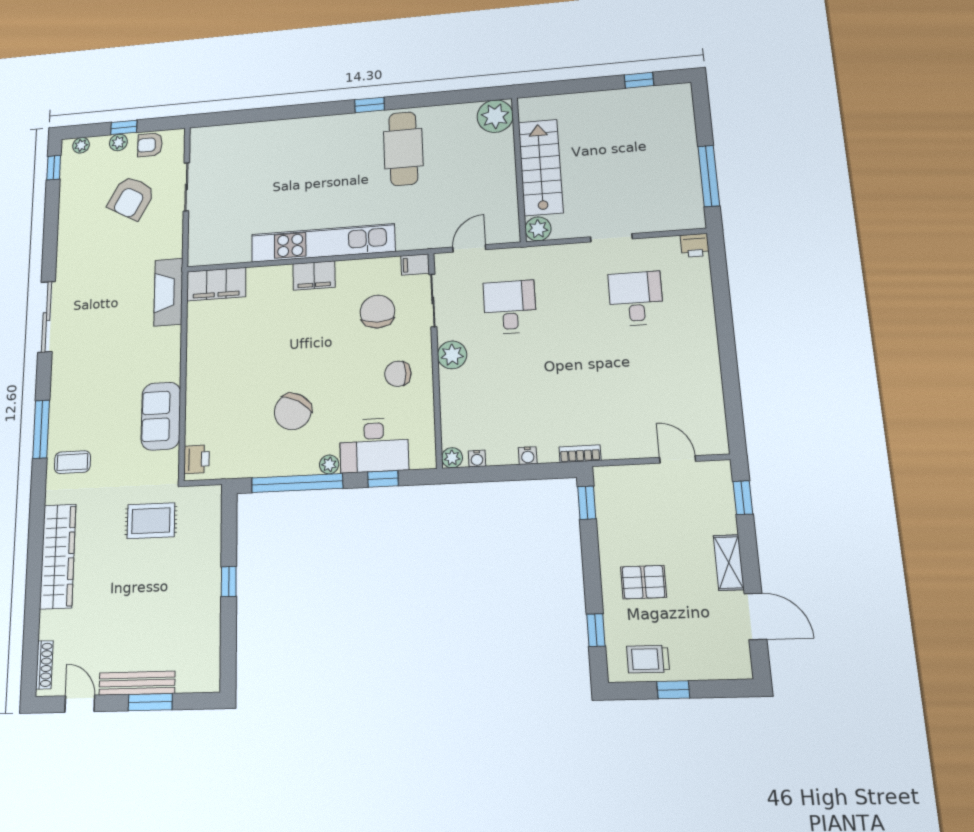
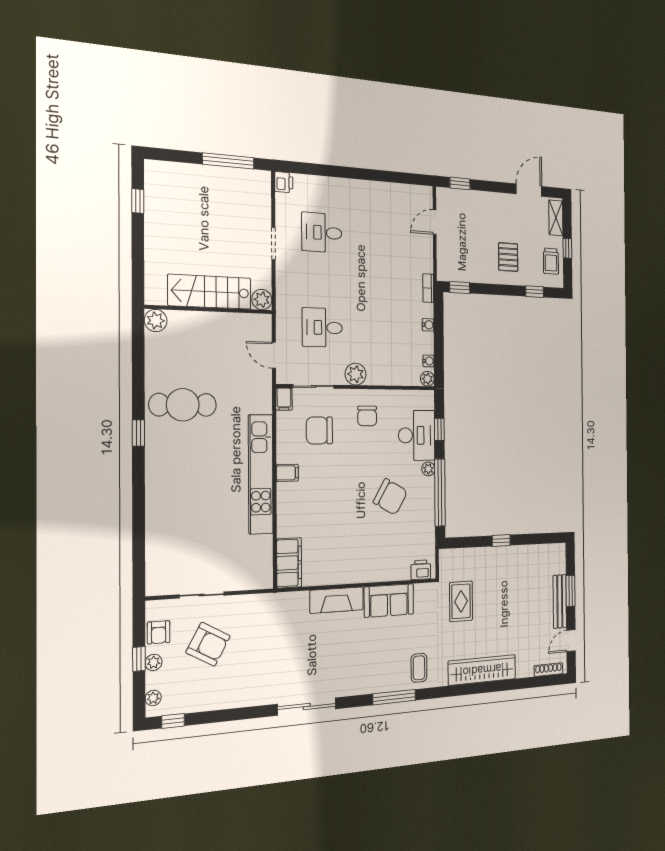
plant: (495, 116) -> (156, 320), width x0.73, depth x0.73
filing cabinet: (314, 275) -> (287, 473), width x0.50
fireplace: (168, 292) -> (337, 600), moved
shelving: (729, 563) -> (556, 218), moved, turned 90

